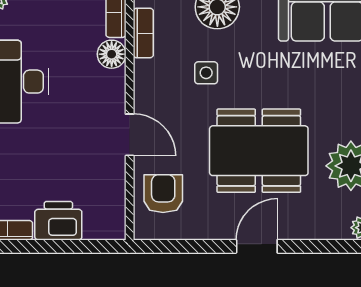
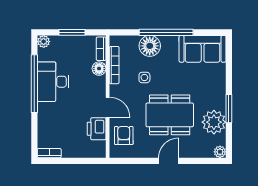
bookcase: (143, 33) -> (114, 65), width x1.56
printer: (58, 221) -> (97, 129), moved, turned -90

